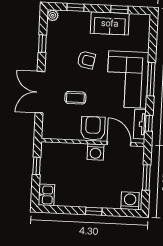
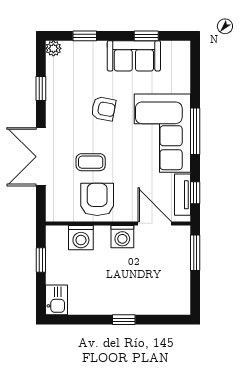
armchair: (93, 128) -> (97, 199), moved
window: (146, 178) -> (195, 253), moved
washing machine: (130, 201) -> (81, 238), moved, turned 180

